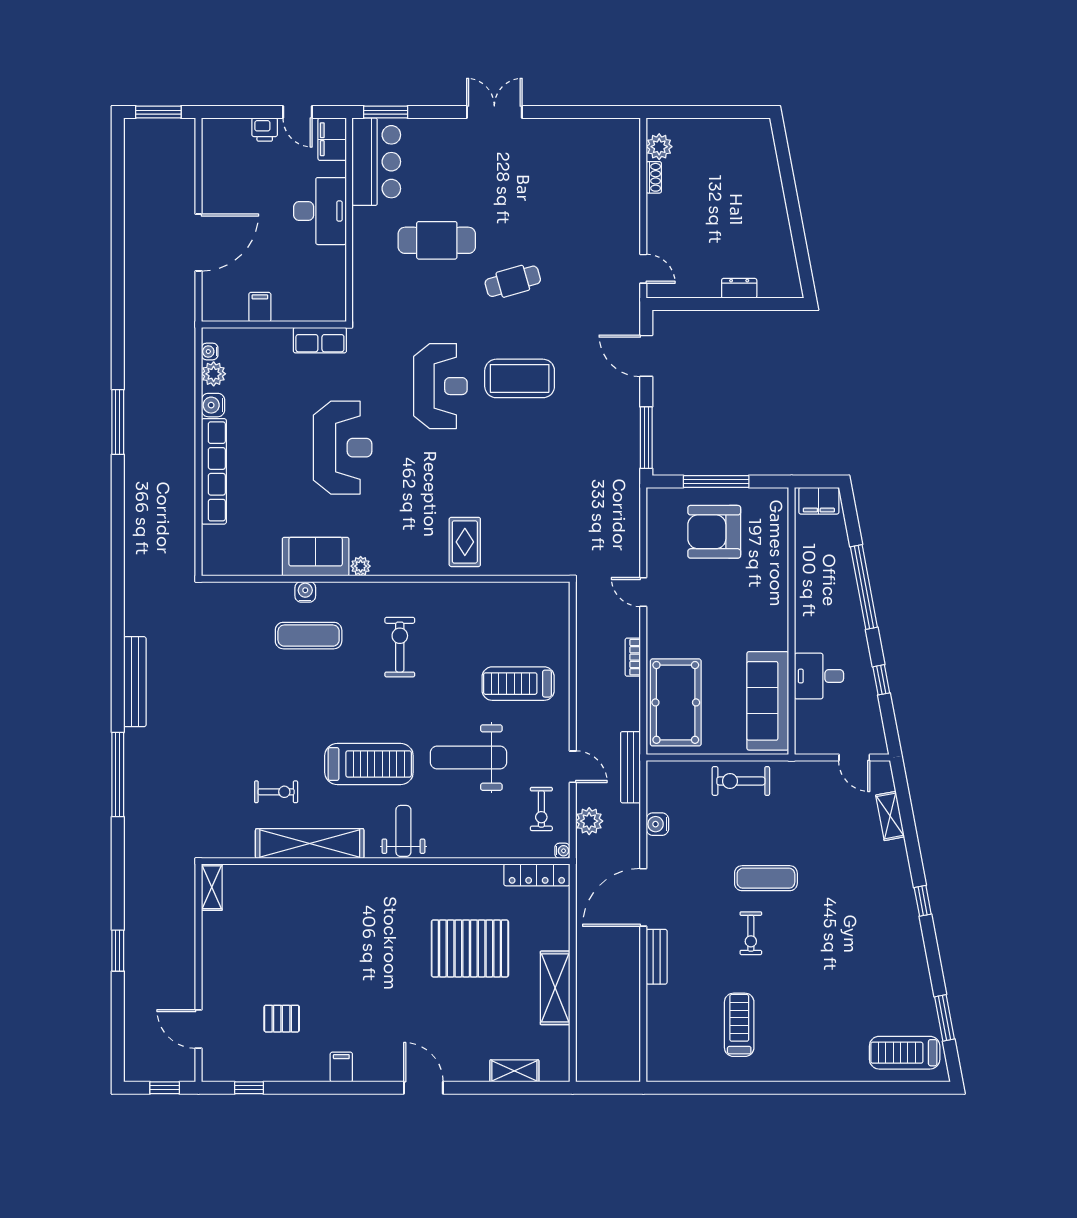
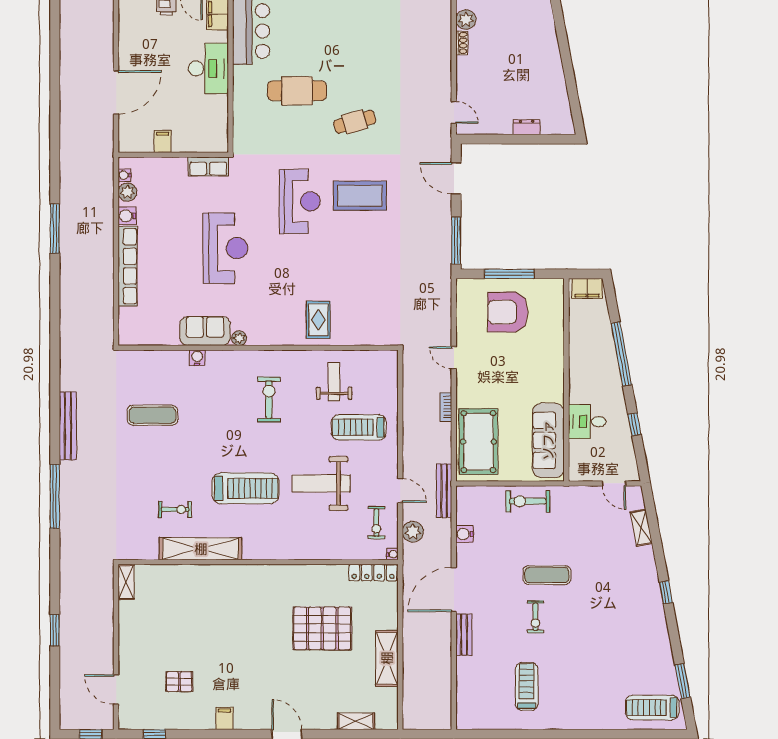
exercise mat: (309, 636) -> (152, 415), moved
weight bench: (403, 831) -> (334, 382), moved

